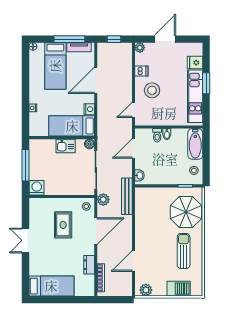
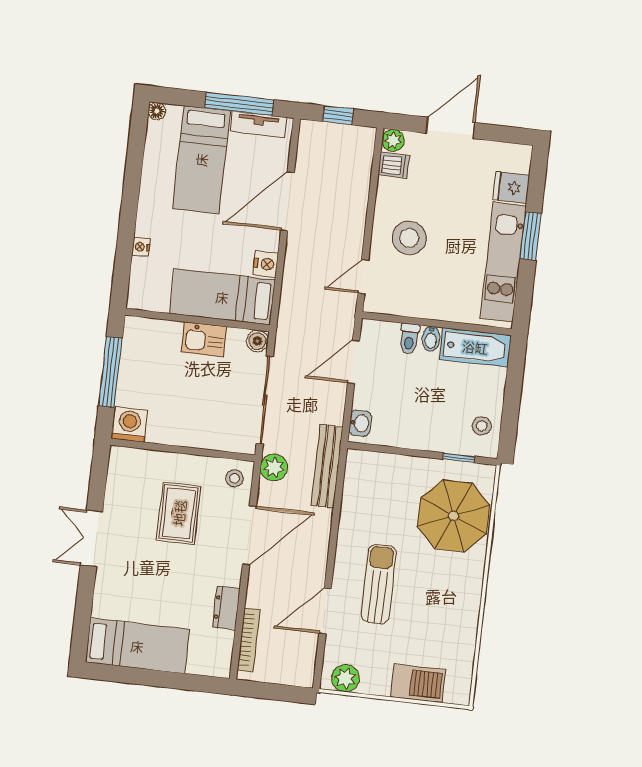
dishwasher: (141, 71) -> (394, 165), moved
bathtub: (195, 144) -> (475, 347), moved, turned -90
sun lounger: (184, 251) -> (379, 584), moved

